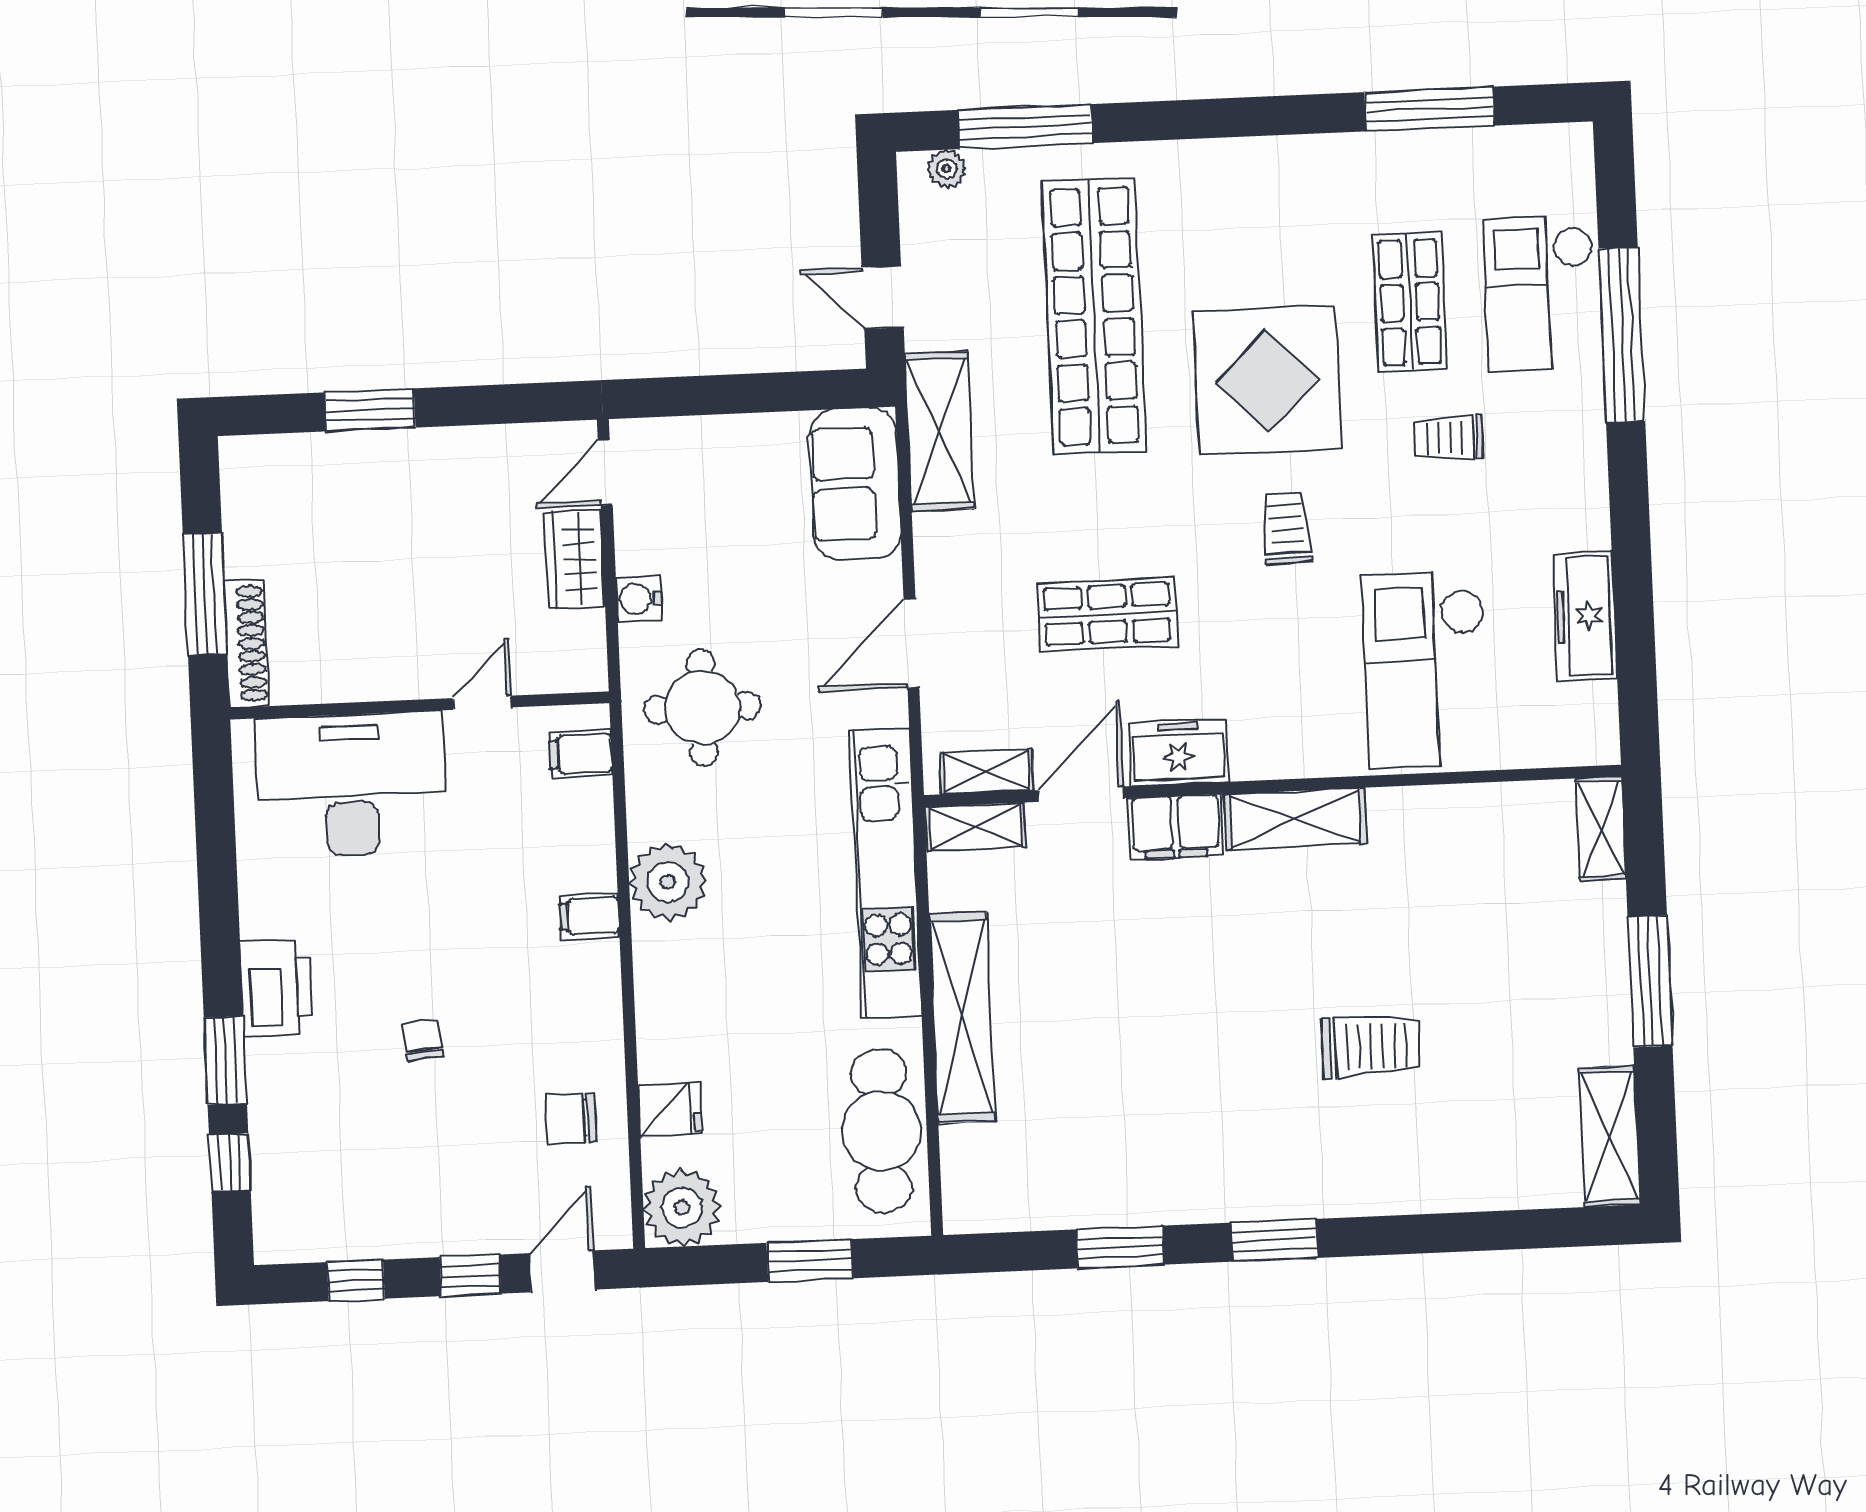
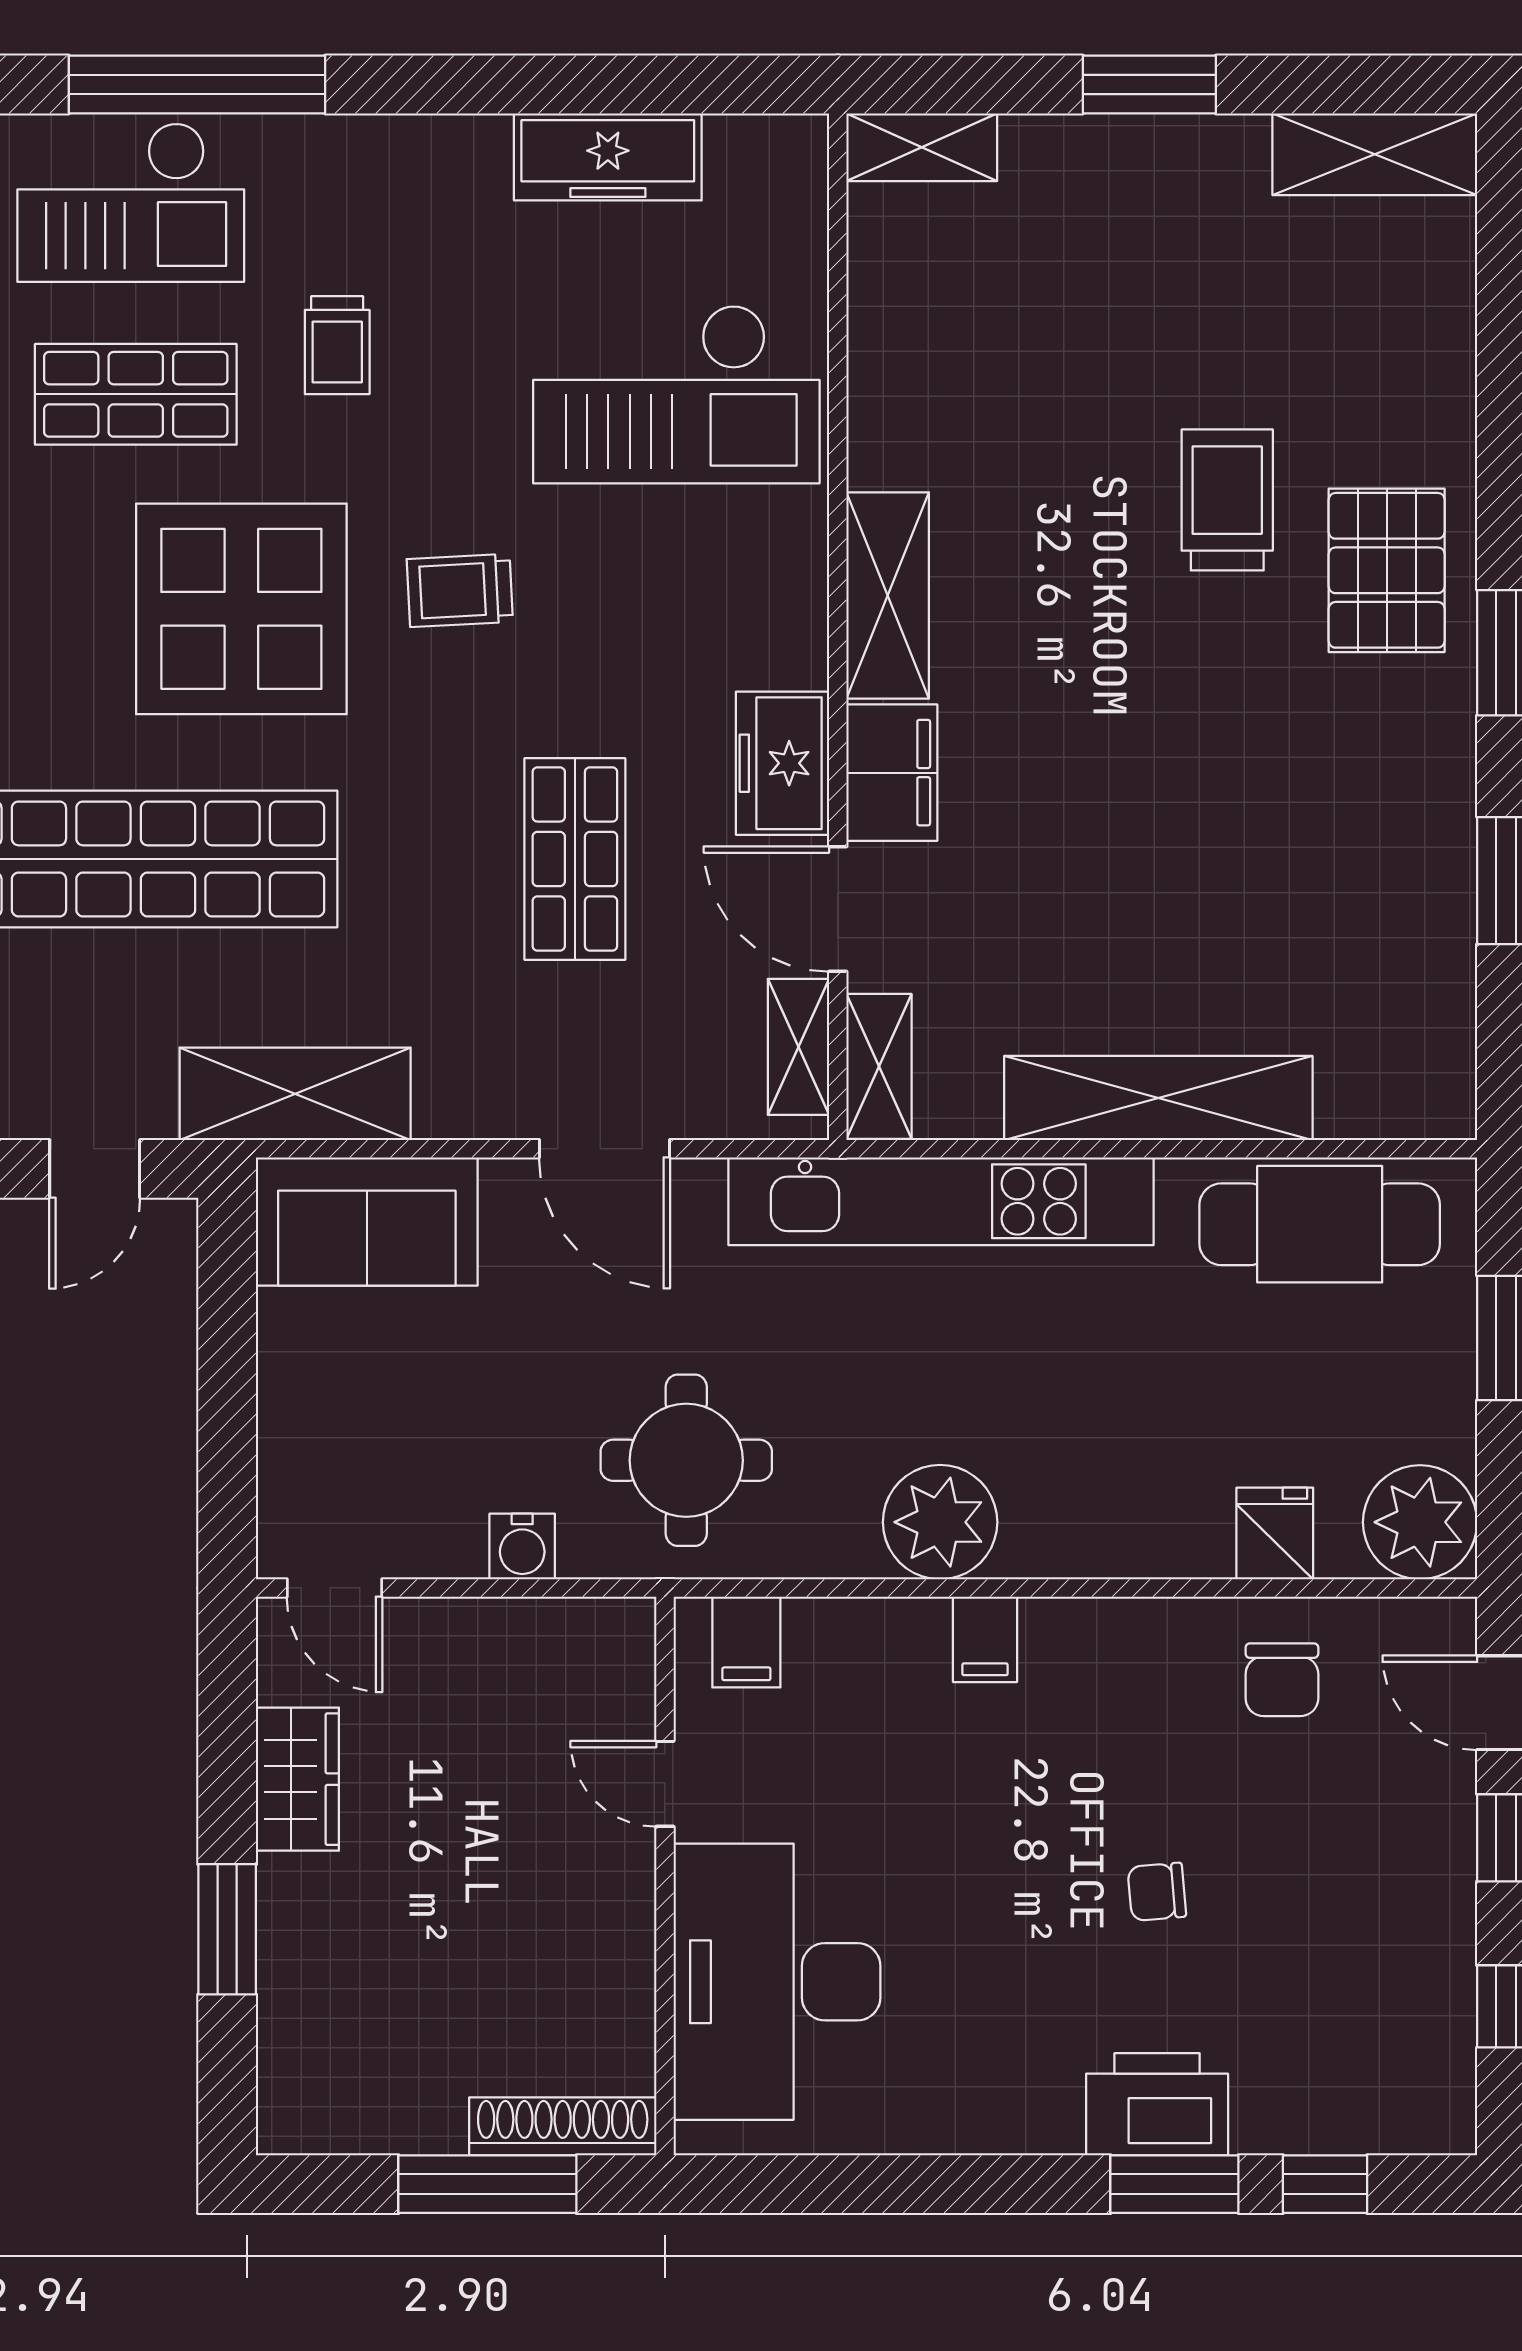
wardrobe: (575, 559) -> (297, 1779), moved, turned -90
window: (1650, 981) -> (1149, 84), width x0.69
printer: (276, 988) -> (1157, 2104), moved
pallet: (1327, 1157) -> (1387, 570), added

